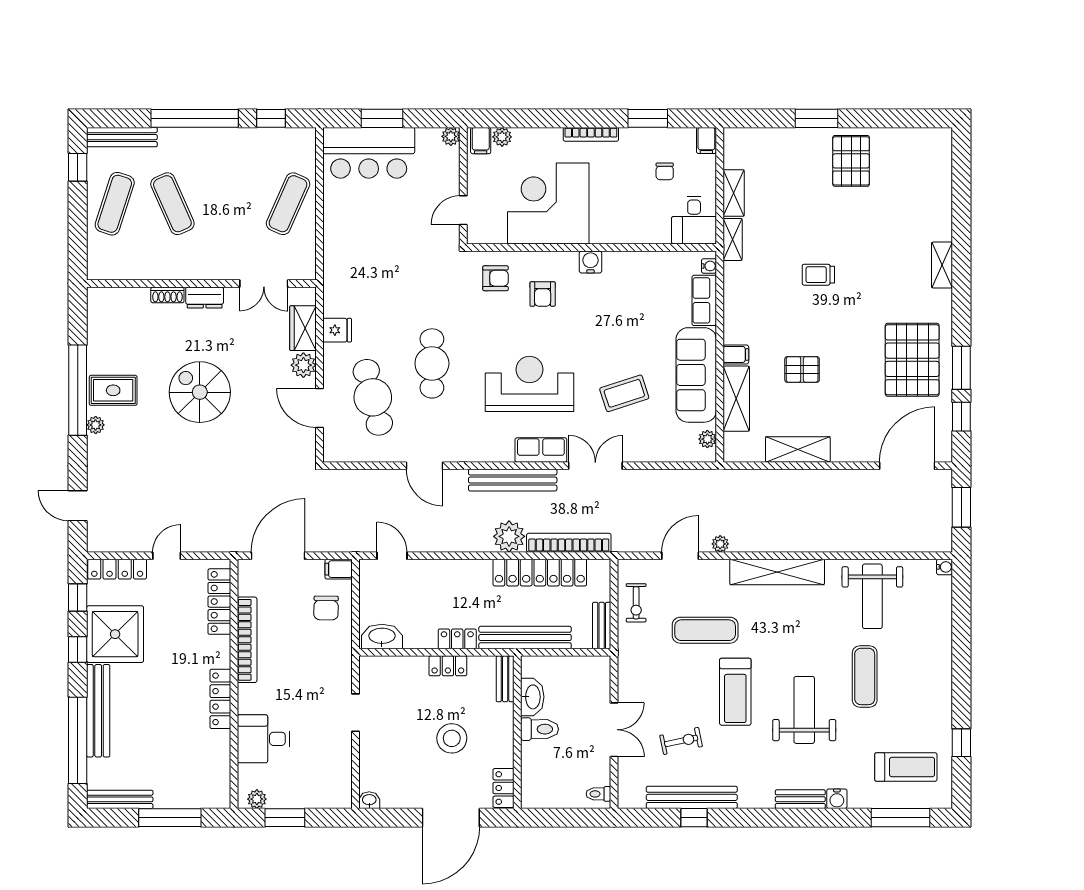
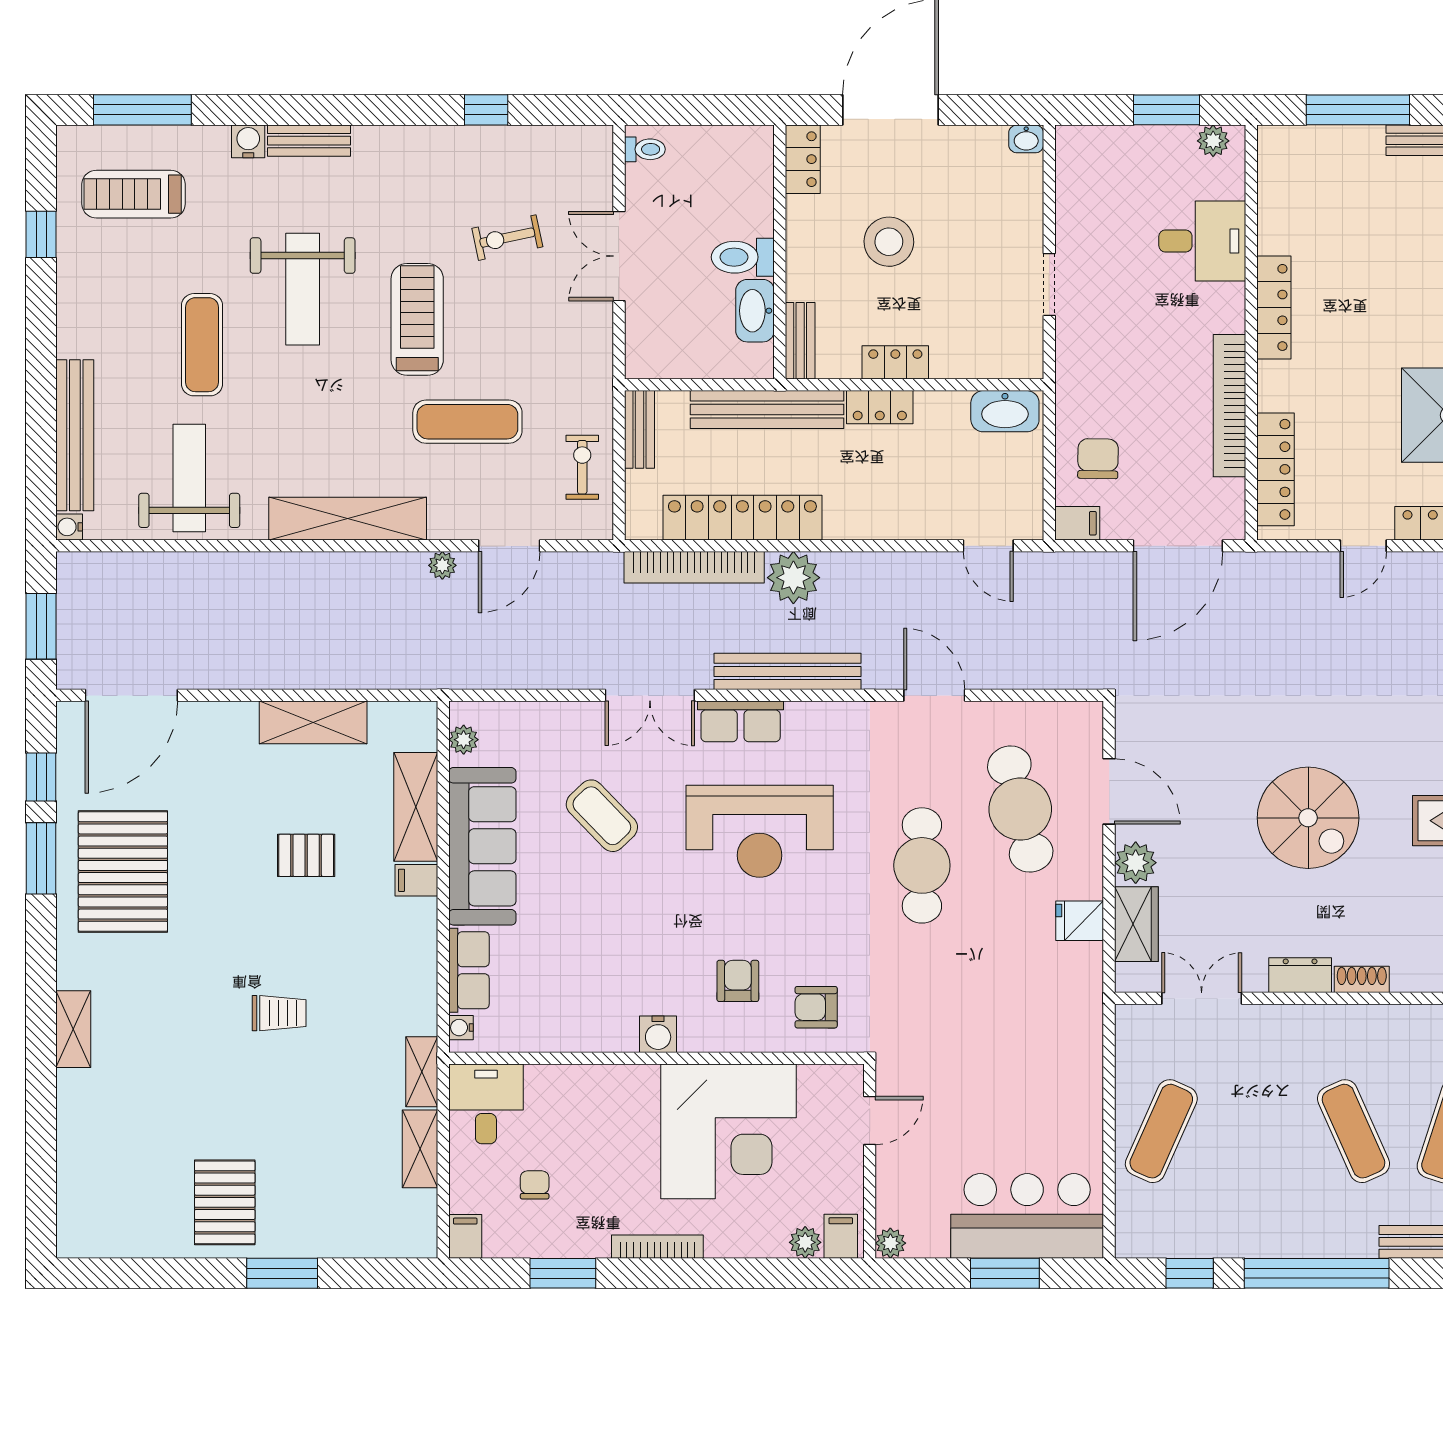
coffee table: (624, 393) -> (602, 816), turned 64
bench: (692, 797) -> (75, 435), moved, turned 90

